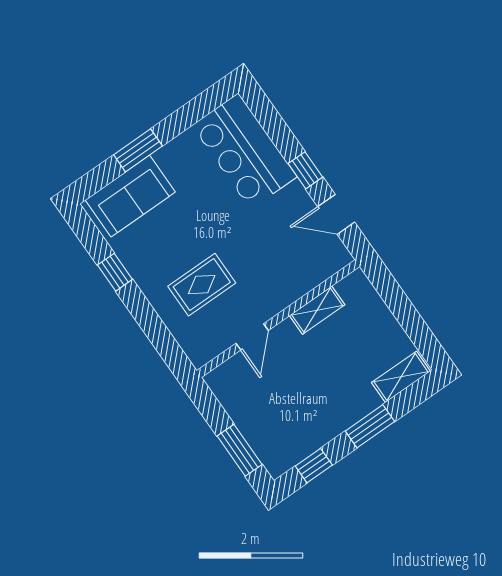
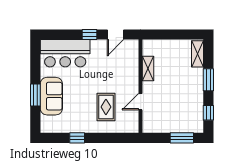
sofa: (130, 196) -> (51, 96), moved
door: (252, 337) -> (141, 102), swing flipped

